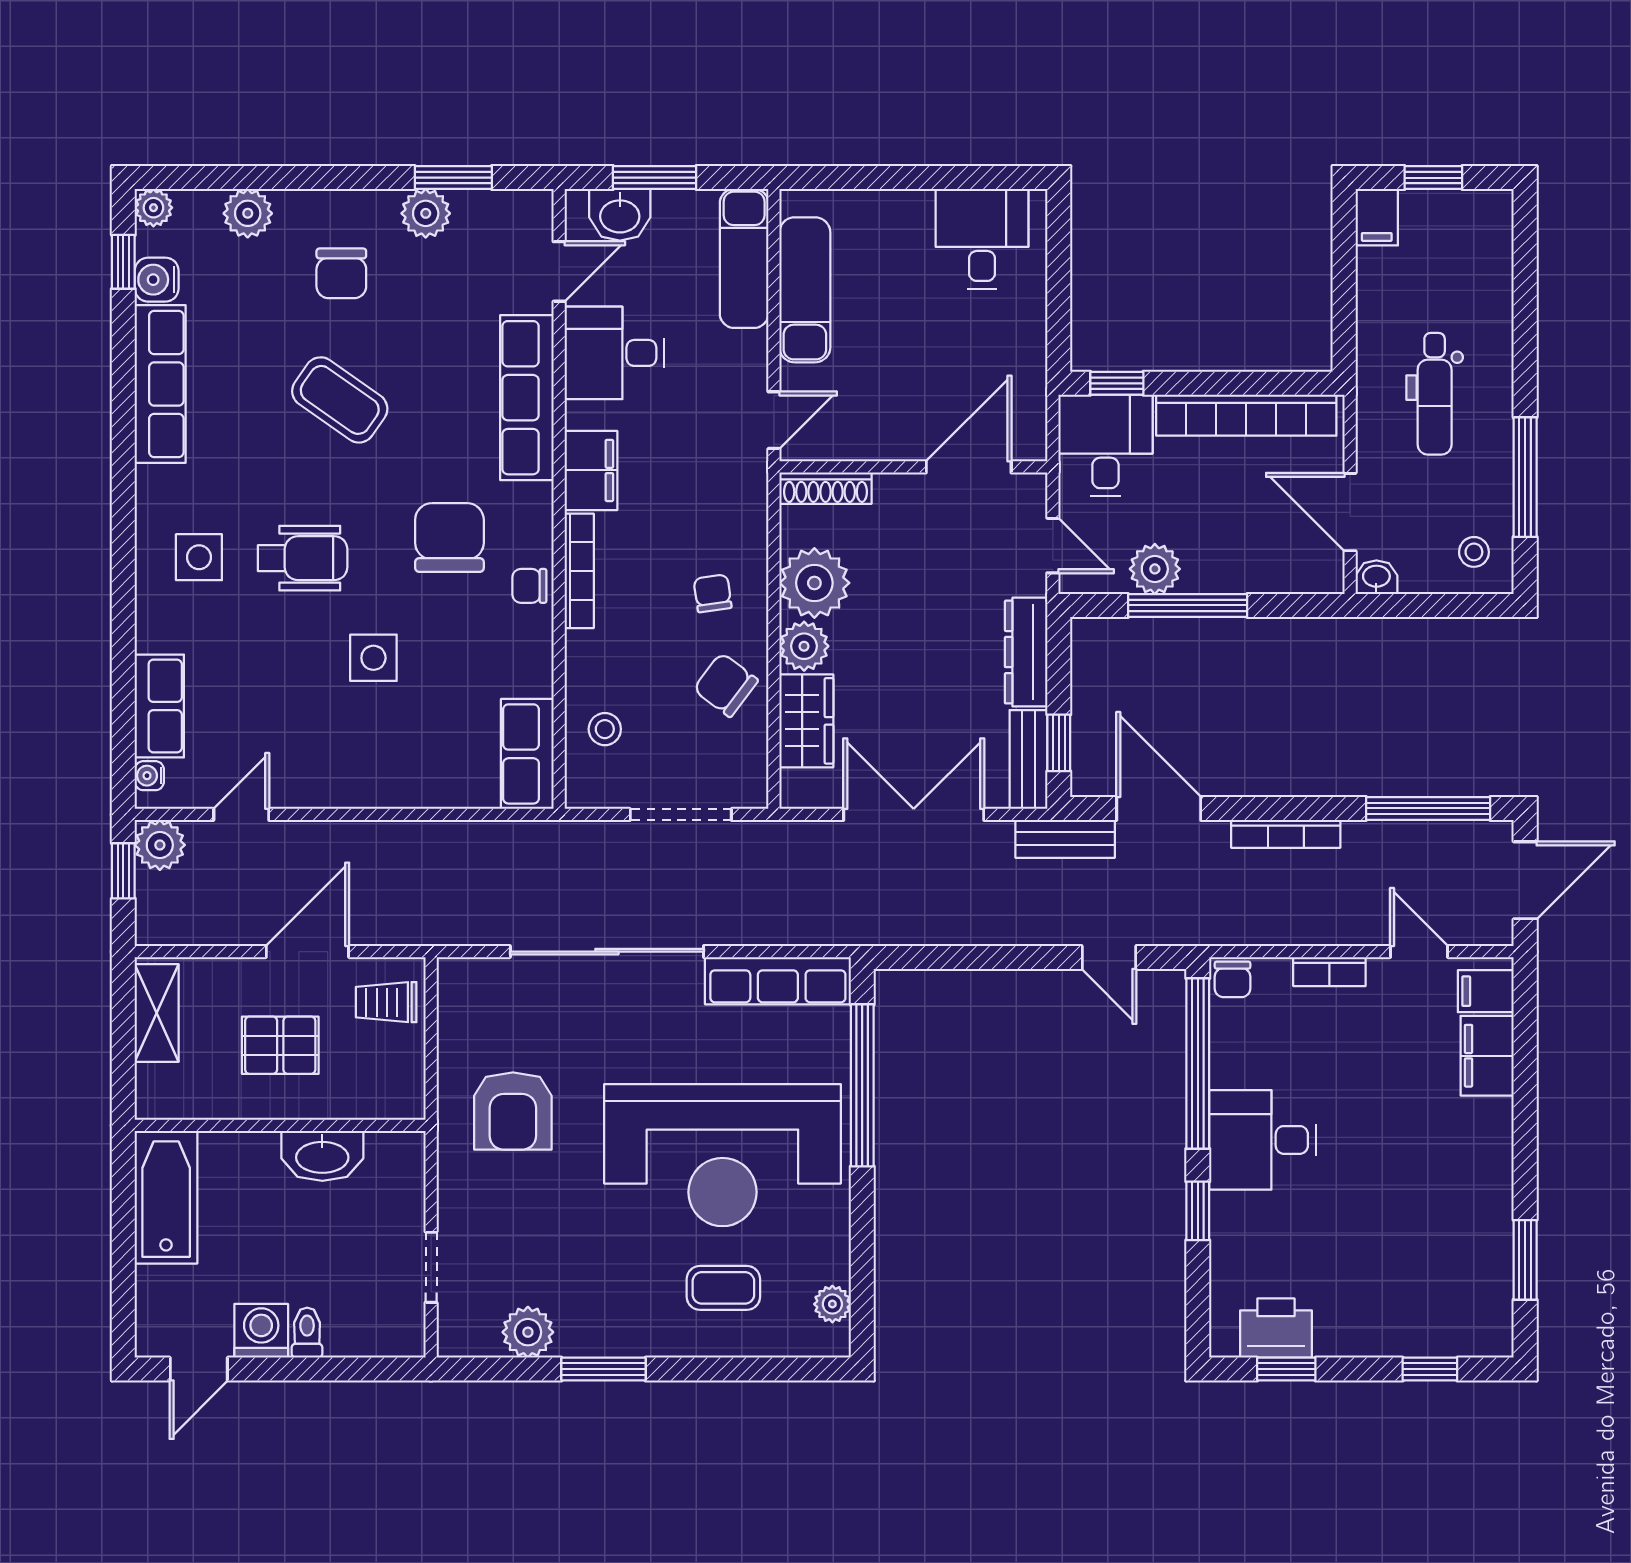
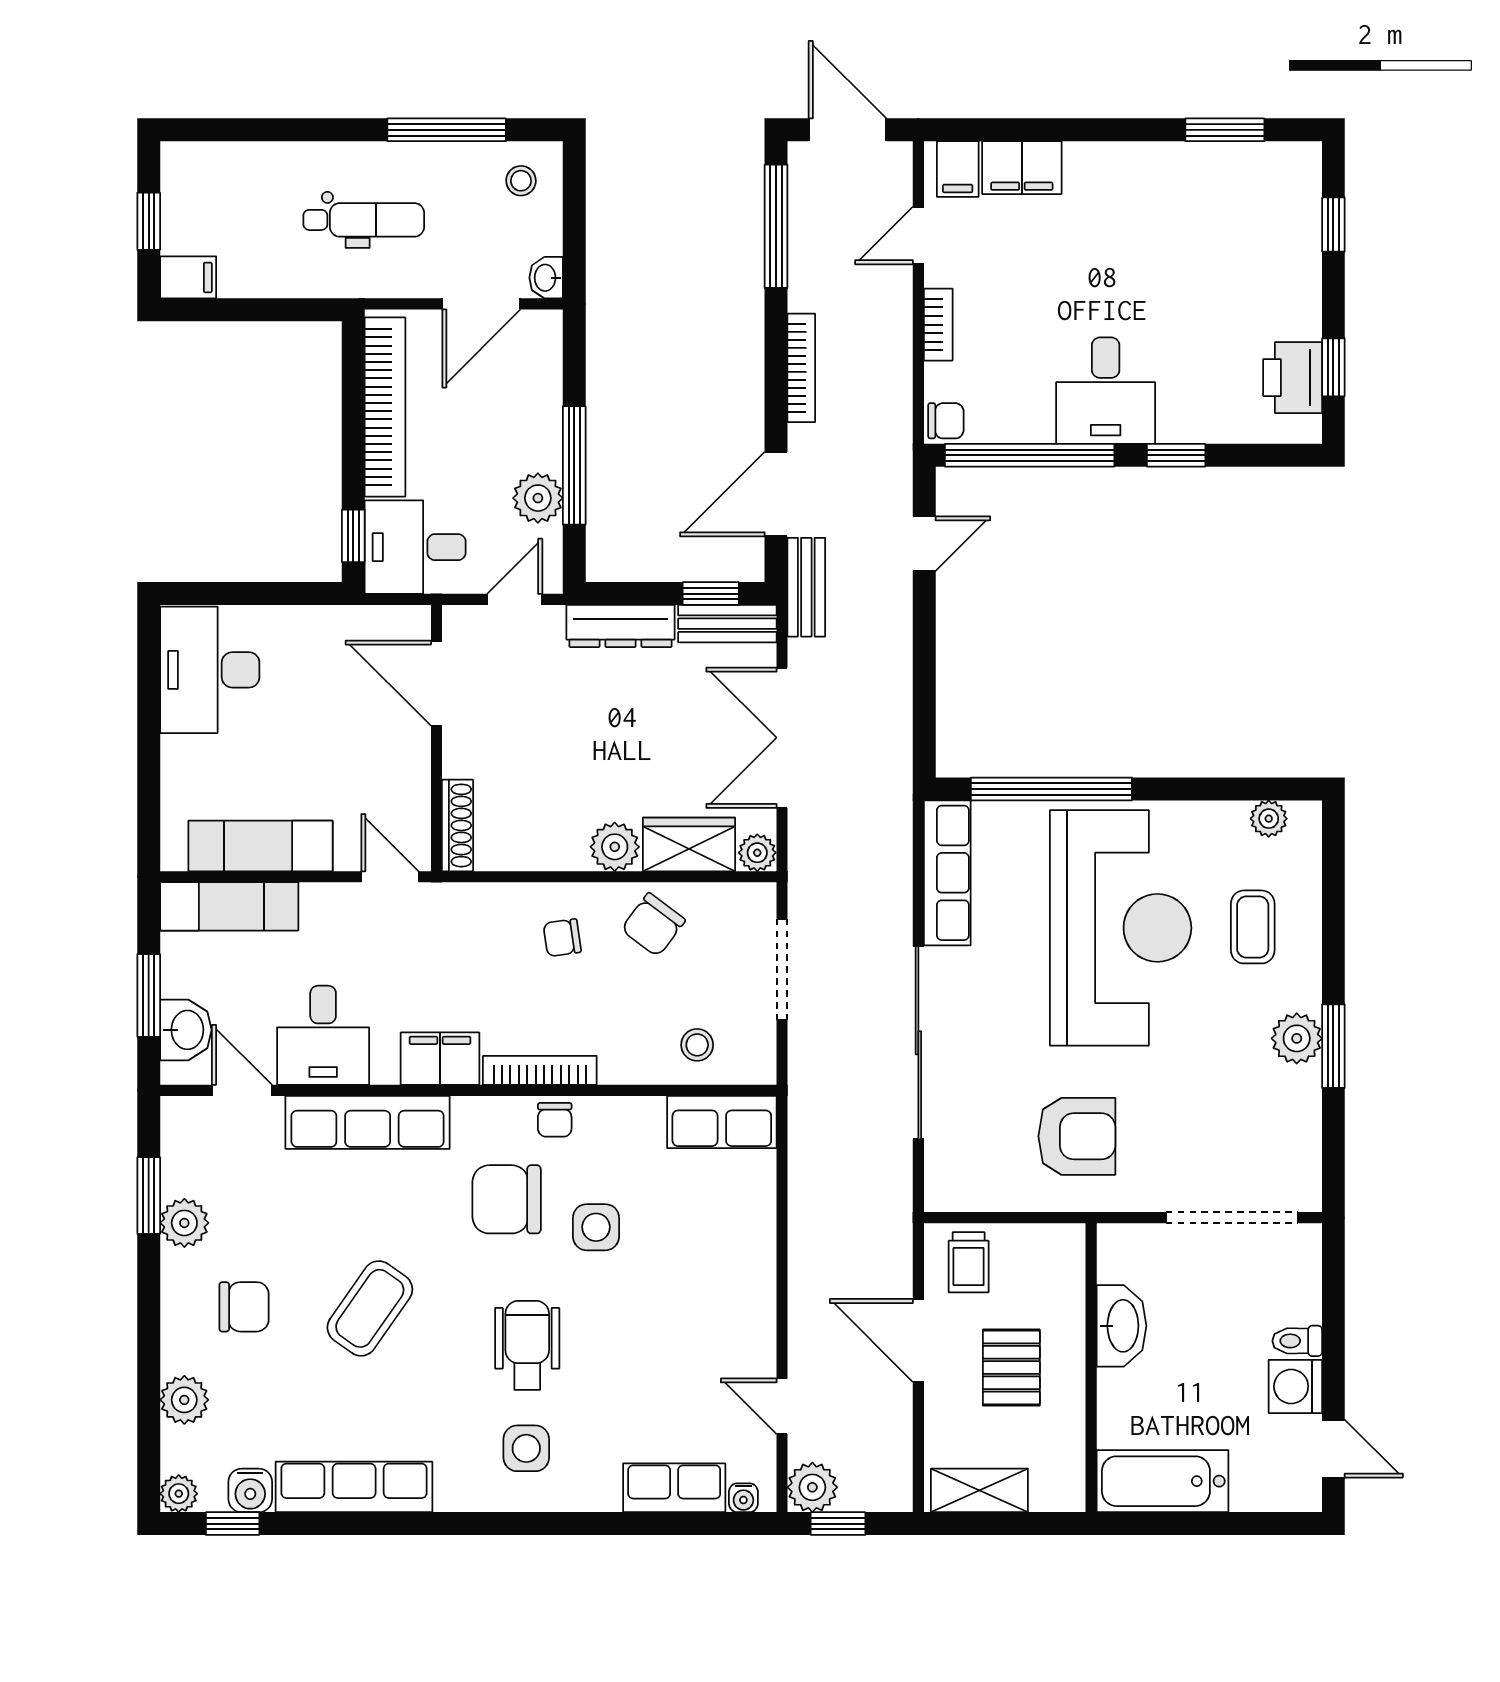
desk: (982, 239) -> (210, 670), width x1.37
plant: (814, 583) -> (757, 853), moved, width x0.53, depth x0.53
side table: (373, 658) -> (596, 1227), moved
doorway: (431, 1267) -> (1232, 1218), width x1.88
plant: (528, 1332) -> (1297, 1038), moved

